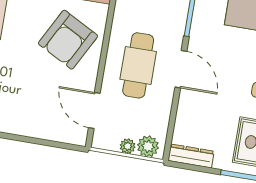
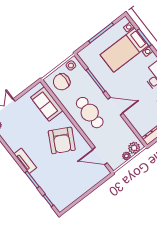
cafe table: (138, 65) -> (90, 113), moved

